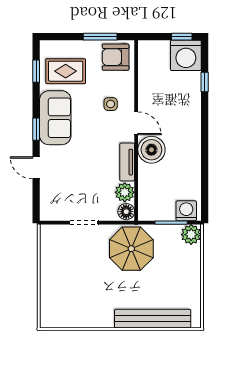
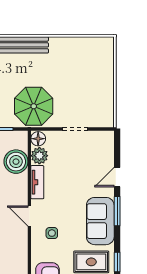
window: (36, 129) -> (117, 211), width x1.50
boiler: (151, 150) -> (16, 162), moved
door: (36, 168) -> (117, 177), swing flipped

